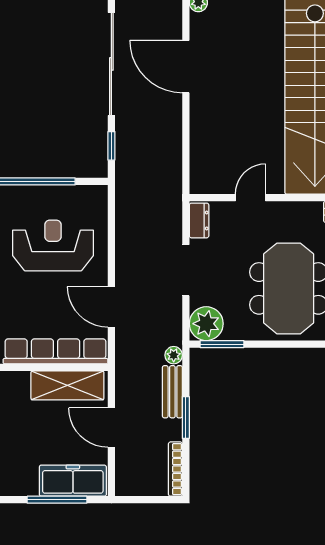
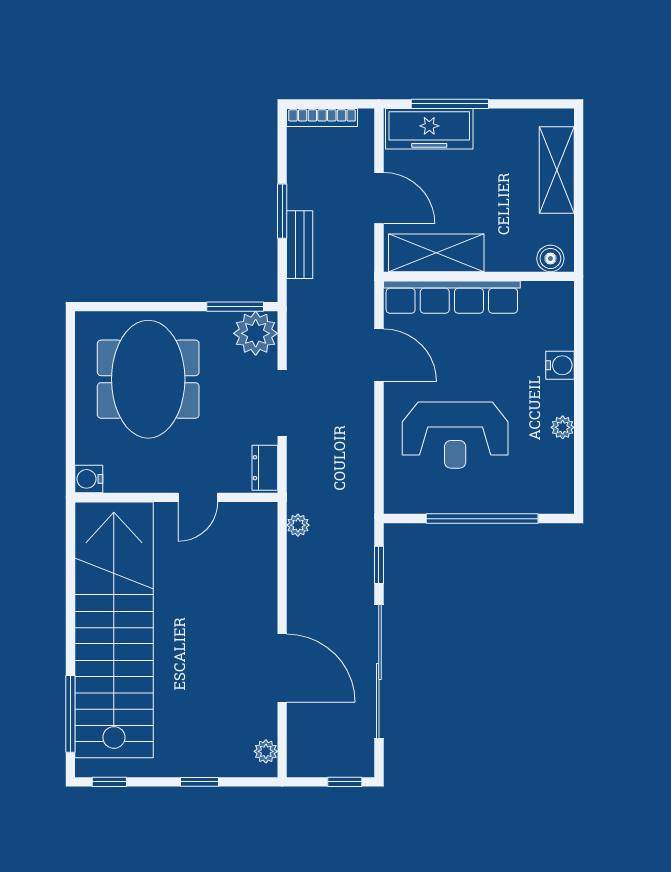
plant: (174, 355) -> (298, 525), moved
bookcase: (175, 469) -> (322, 118), moved, turned 90

